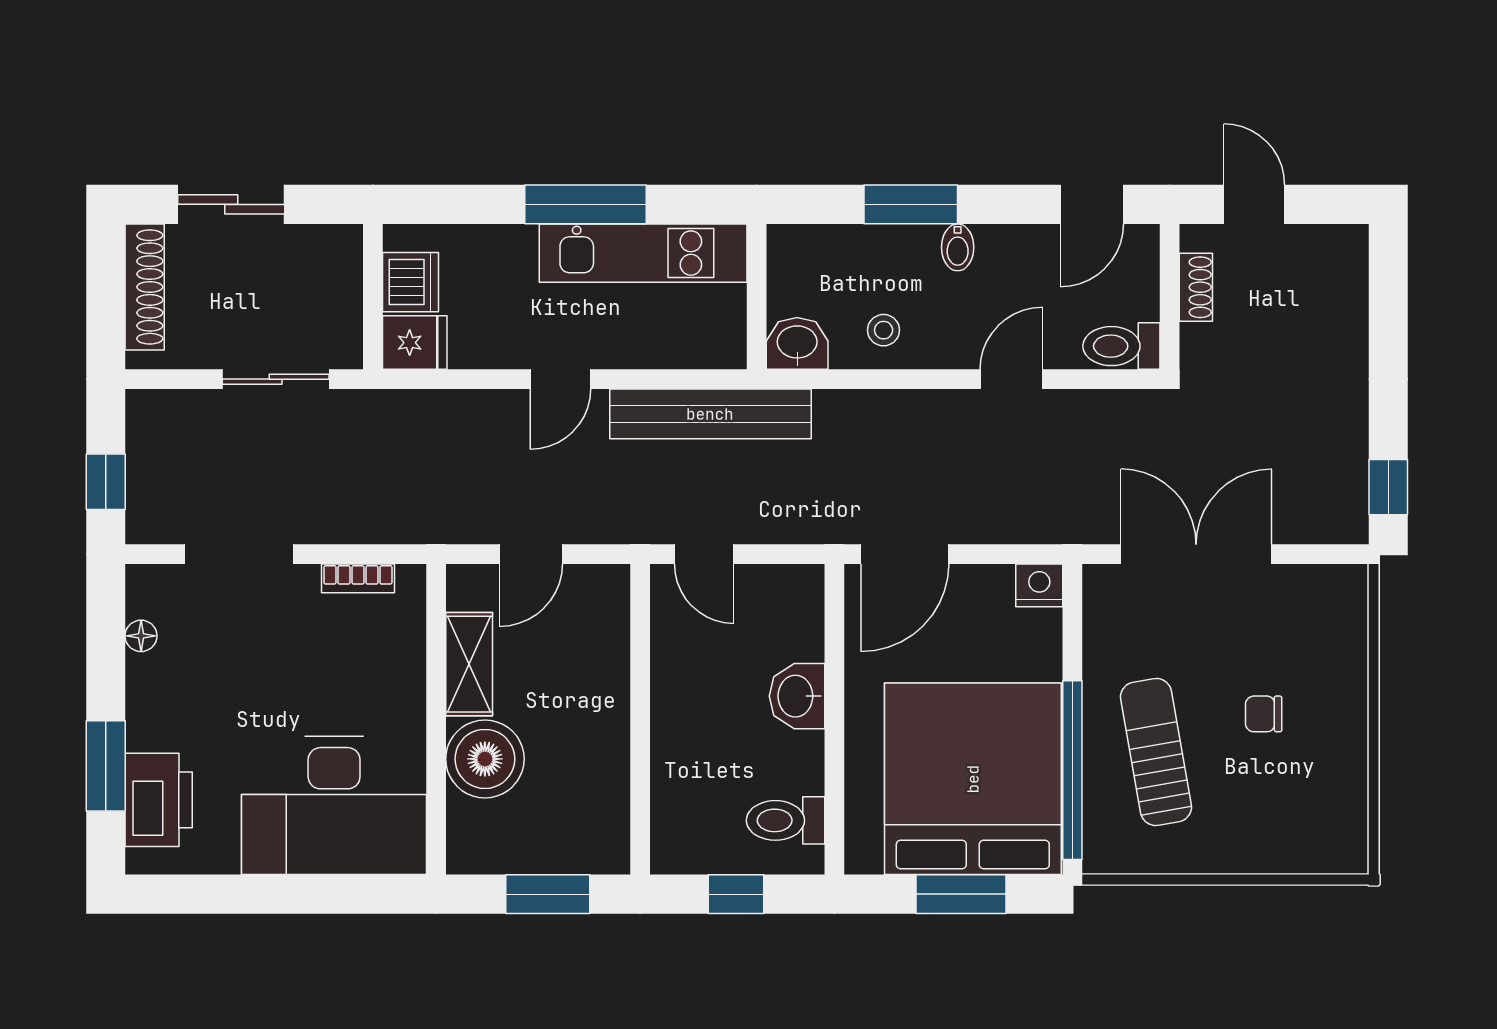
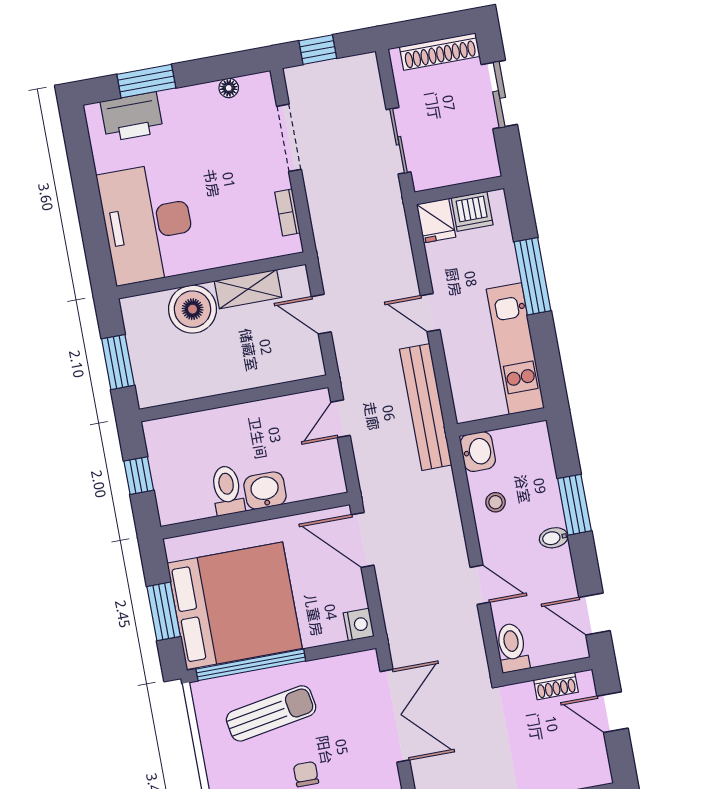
window: (586, 204) -> (533, 276), moved
door: (1254, 204) -> (612, 712), swing flipped
toilet: (786, 820) -> (227, 490), moved

